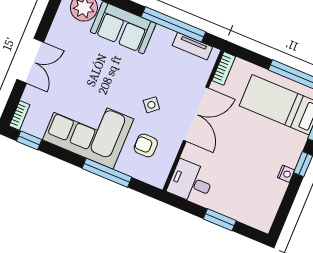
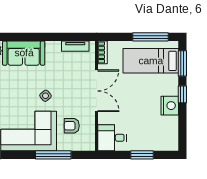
window: (173, 24) -> (56, 37), removed
side table: (151, 105) -> (45, 96), moved
nightstand: (286, 174) -> (170, 106), width x1.89, depth x1.79

